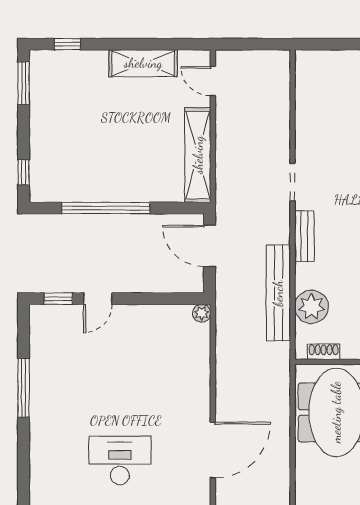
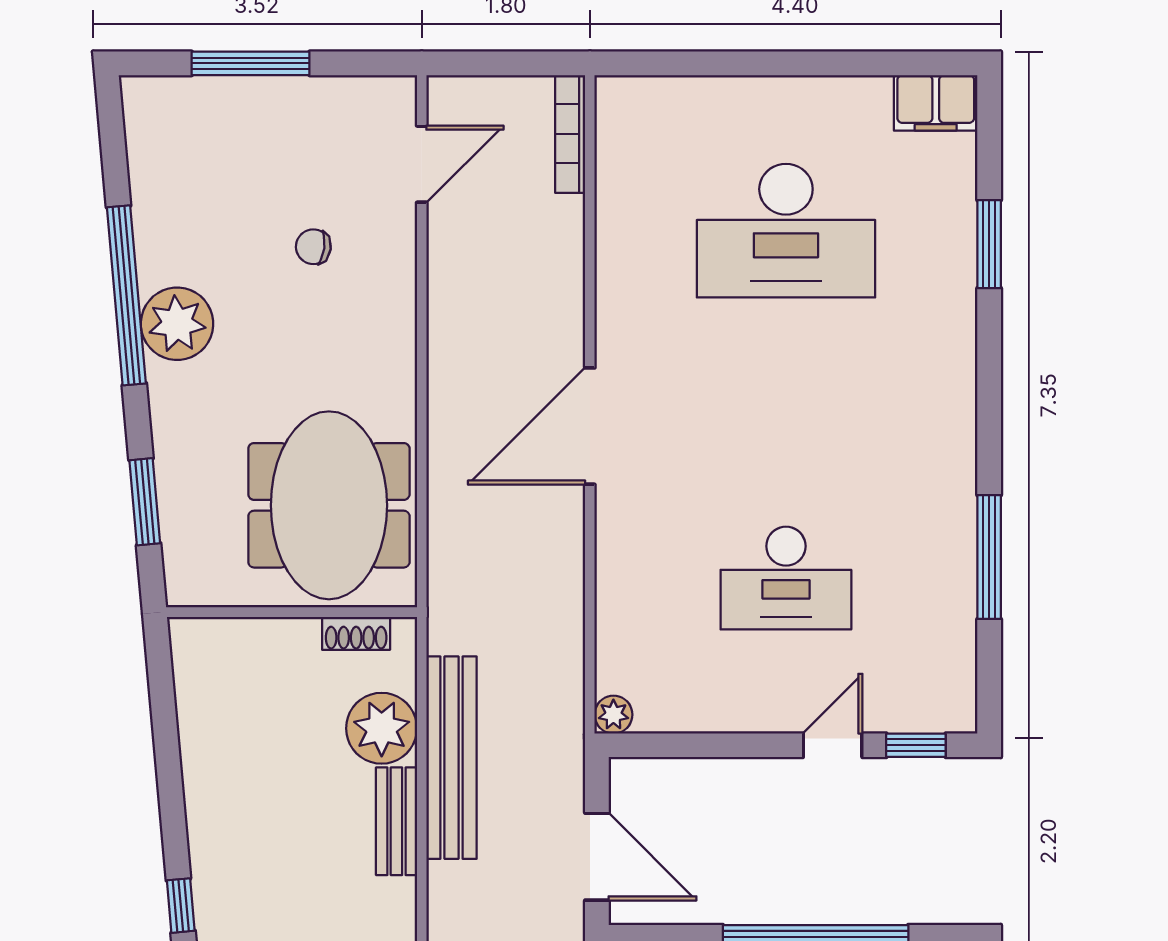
bench: (304, 236) -> (396, 821), moved
desk: (120, 460) -> (786, 578), moved

